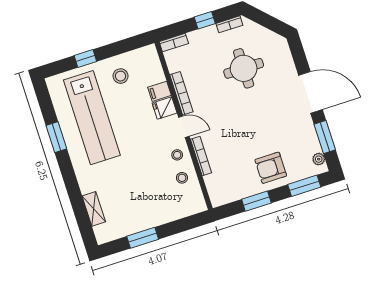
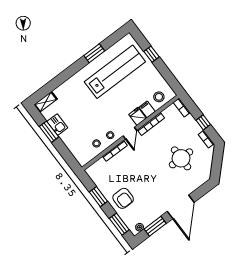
stool: (121, 76) -> (159, 97), moved
lab bench: (92, 118) -> (115, 72), turned 180
armchair: (271, 168) -> (123, 198), turned 180
shelving: (94, 209) -> (46, 102), moved
kitchen sink: (137, 223) -> (57, 125), added

